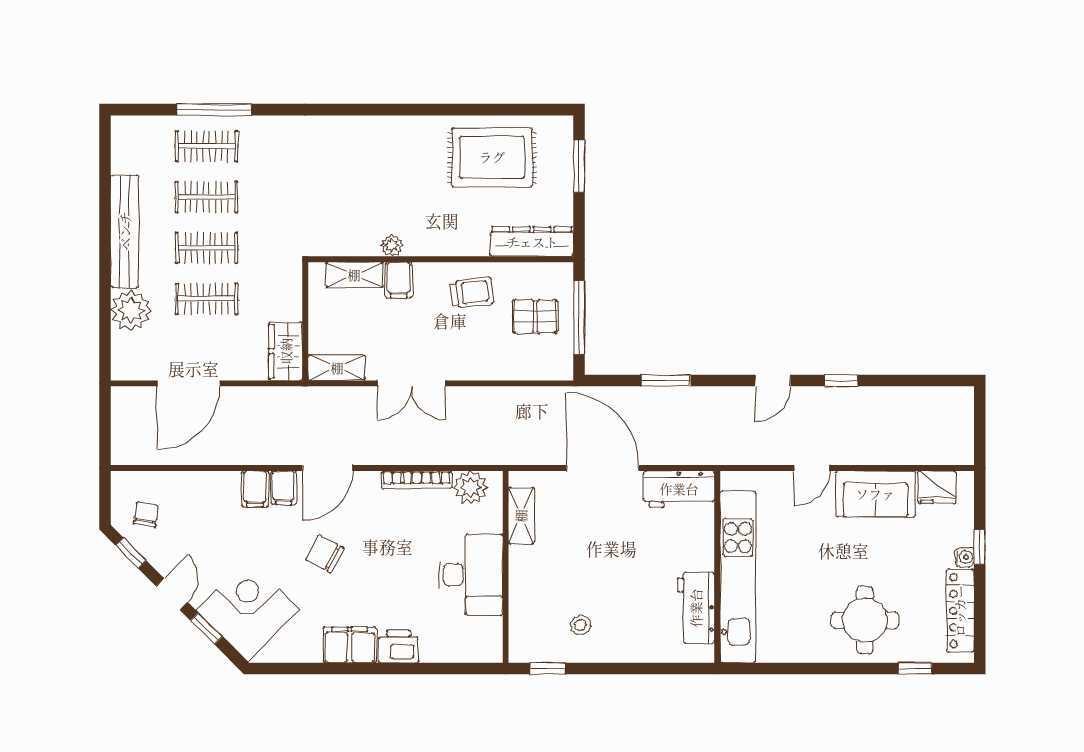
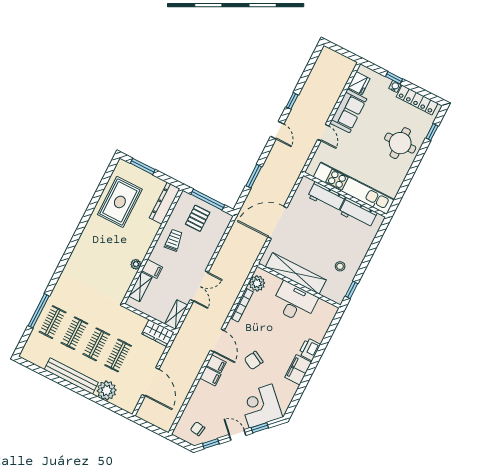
workbench: (679, 489) -> (326, 197), moved, turned 90
shelving: (521, 516) -> (296, 273), width x2.20, depth x1.33

